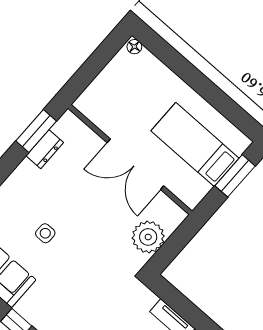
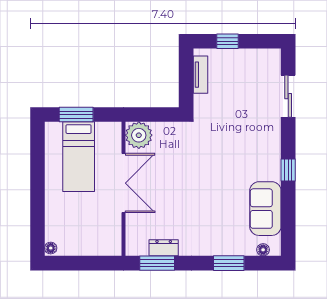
side table: (45, 233) -> (216, 201), removed
plant: (148, 237) -> (139, 135), moved

